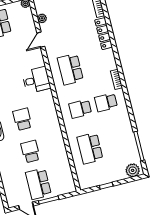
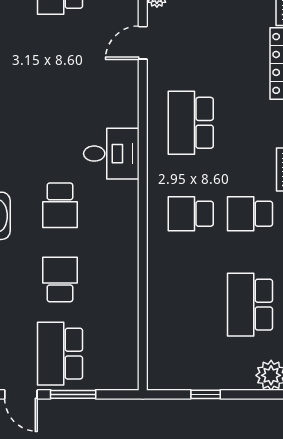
desk: (36, 80) -> (111, 154), moved
school desk: (22, 119) -> (60, 205), turned 180
school desk: (90, 148) -> (250, 305), moved

